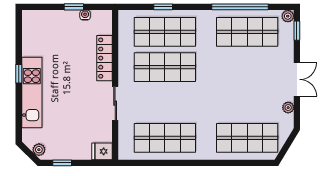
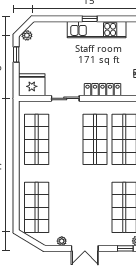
kitchen unit: (32, 92) -> (97, 30), moved
fridge: (102, 151) -> (32, 85), width x1.88, depth x1.34

